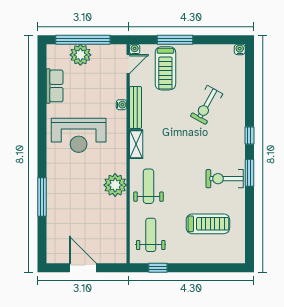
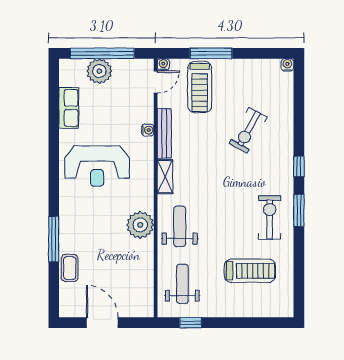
exercise bike: (225, 179) -> (270, 217), turned 90
coffee table: (55, 222) -> (70, 268), added

